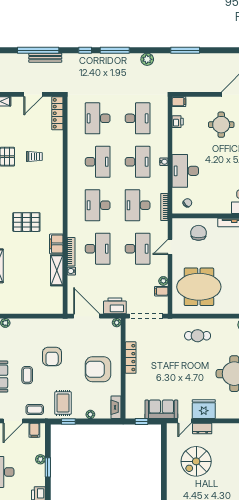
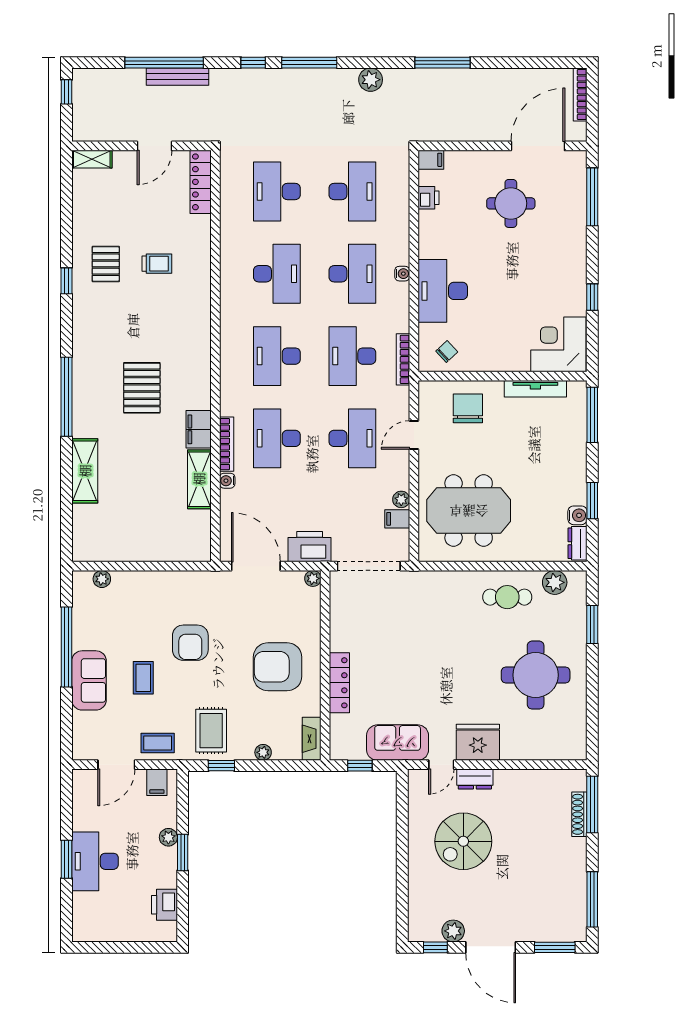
pallet: (26, 222) -> (142, 388), turned 90
desk: (98, 249) -> (277, 438), turned 180
cafe table: (198, 336) -> (507, 597), moved
locker: (131, 358) -> (339, 683), moved

